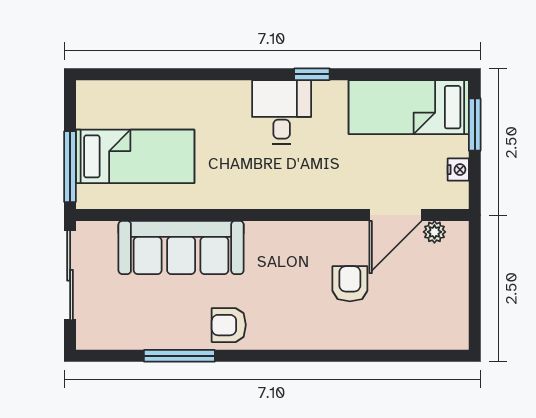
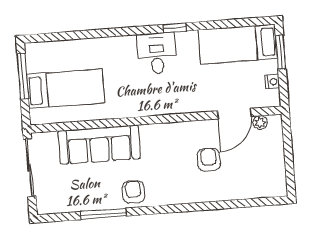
window: (70, 167) -> (23, 76), moved
armchair: (229, 325) -> (133, 192), turned 90

